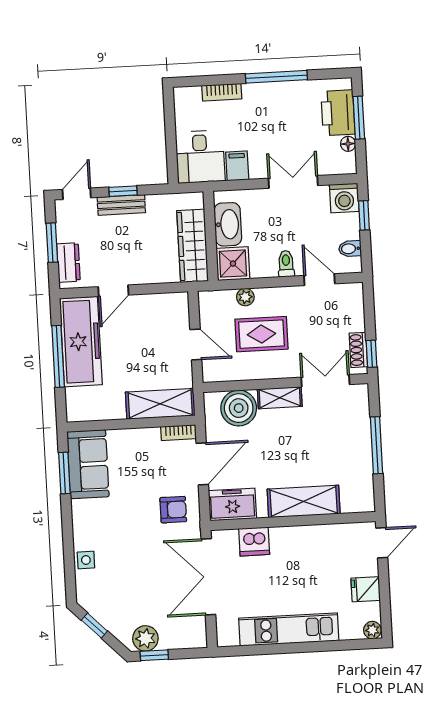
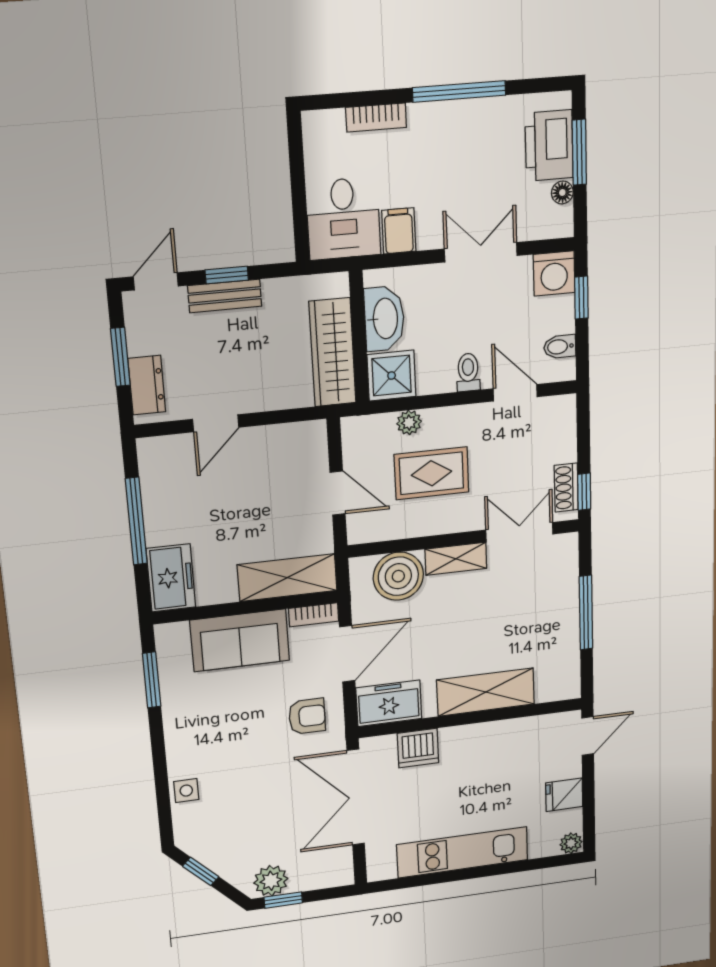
freezer: (81, 342) -> (171, 578), moved, width x0.52, depth x0.79
sofa: (88, 464) -> (240, 640), moved, turned 90

